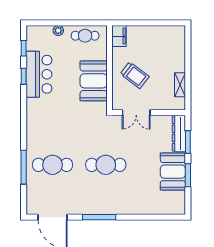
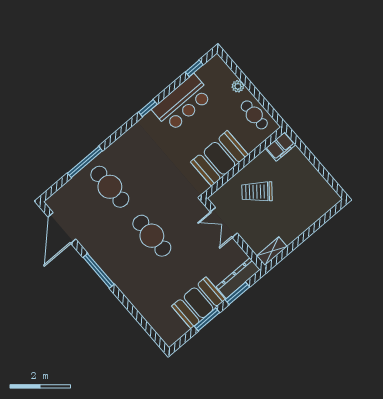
trolley: (135, 75) -> (257, 192), turned 92
window: (24, 76) -> (148, 108), moved
shelving: (180, 85) -> (272, 251), moved

